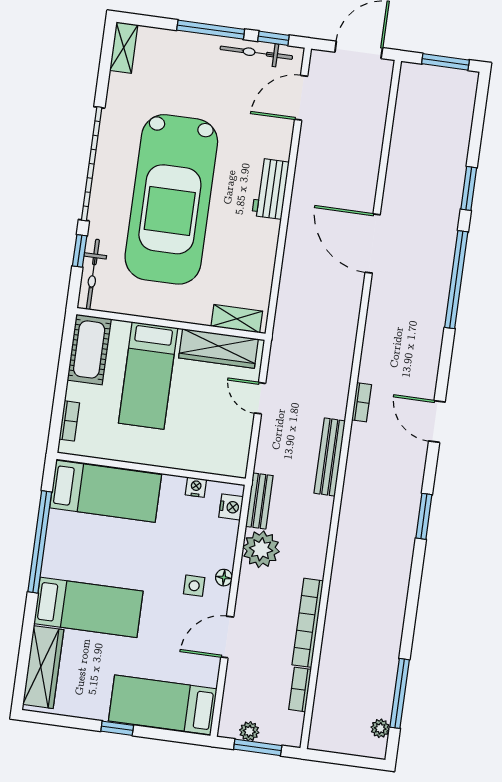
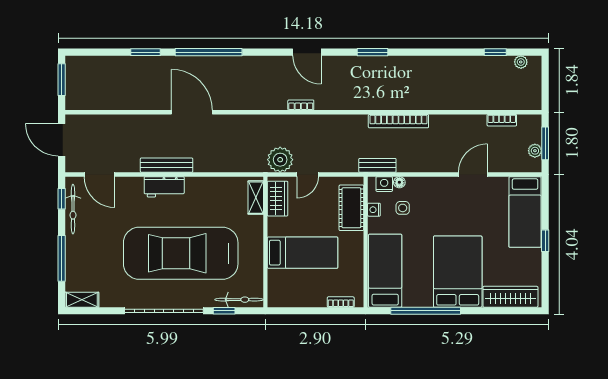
window: (211, 30) -> (62, 258), moved
car: (171, 199) -> (181, 253), turned 180
door: (373, 243) -> (192, 112), swing flipped
wardrobe: (218, 348) -> (278, 199), width x0.67
cot: (89, 349) -> (351, 208), moved, turned 90
door: (437, 421) -> (307, 52), hinge flipped
bench: (330, 457) -> (167, 165), moved
plant: (261, 549) -> (280, 160), moved
floor lamp: (224, 578) -> (399, 182), moved
side table: (194, 586) -> (403, 208), moved
bed: (88, 607) -> (458, 272), width x1.50
bookcase: (308, 623) -> (398, 121), moved
door: (227, 637) -> (473, 174), swing flipped
window: (400, 693) -> (495, 52), width x0.46

